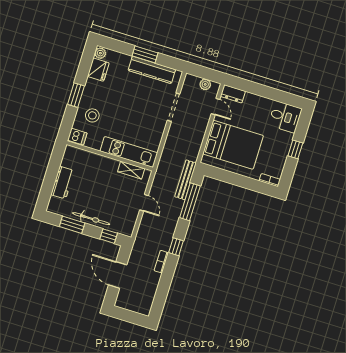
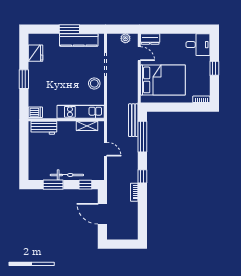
plant: (100, 53) -> (33, 39), removed
stool: (92, 115) -> (94, 83), moved
workbench: (63, 183) -> (44, 128), moved, turned 90

